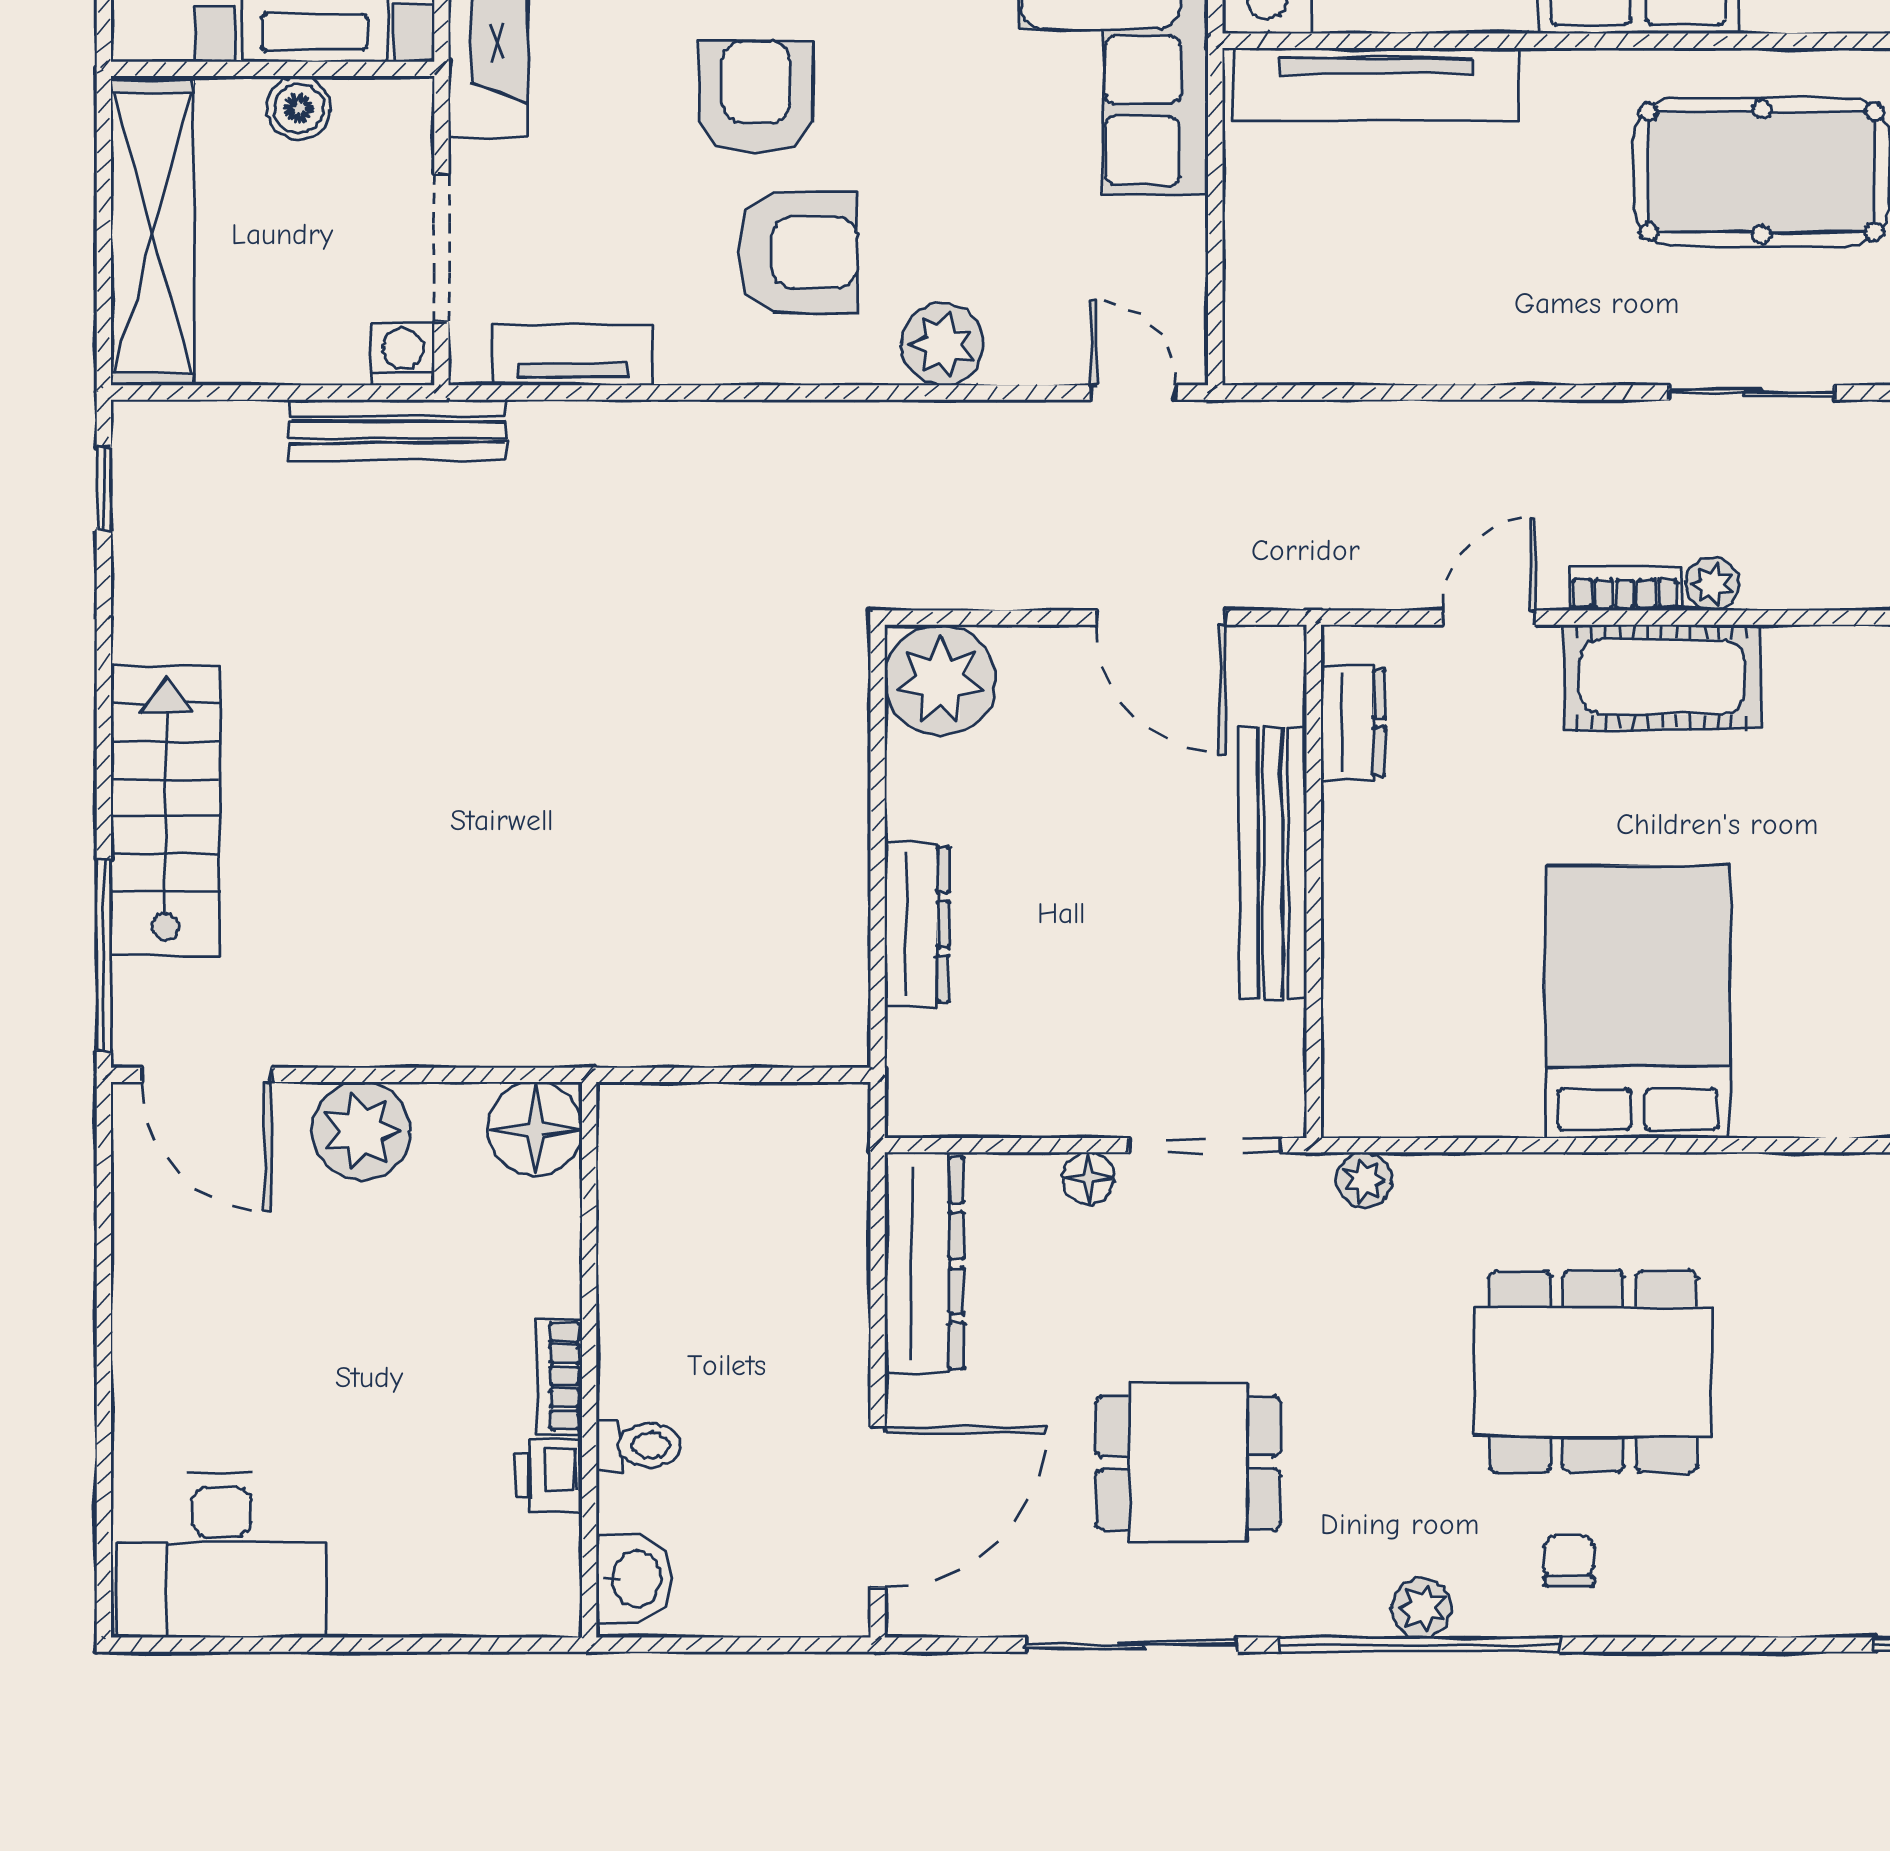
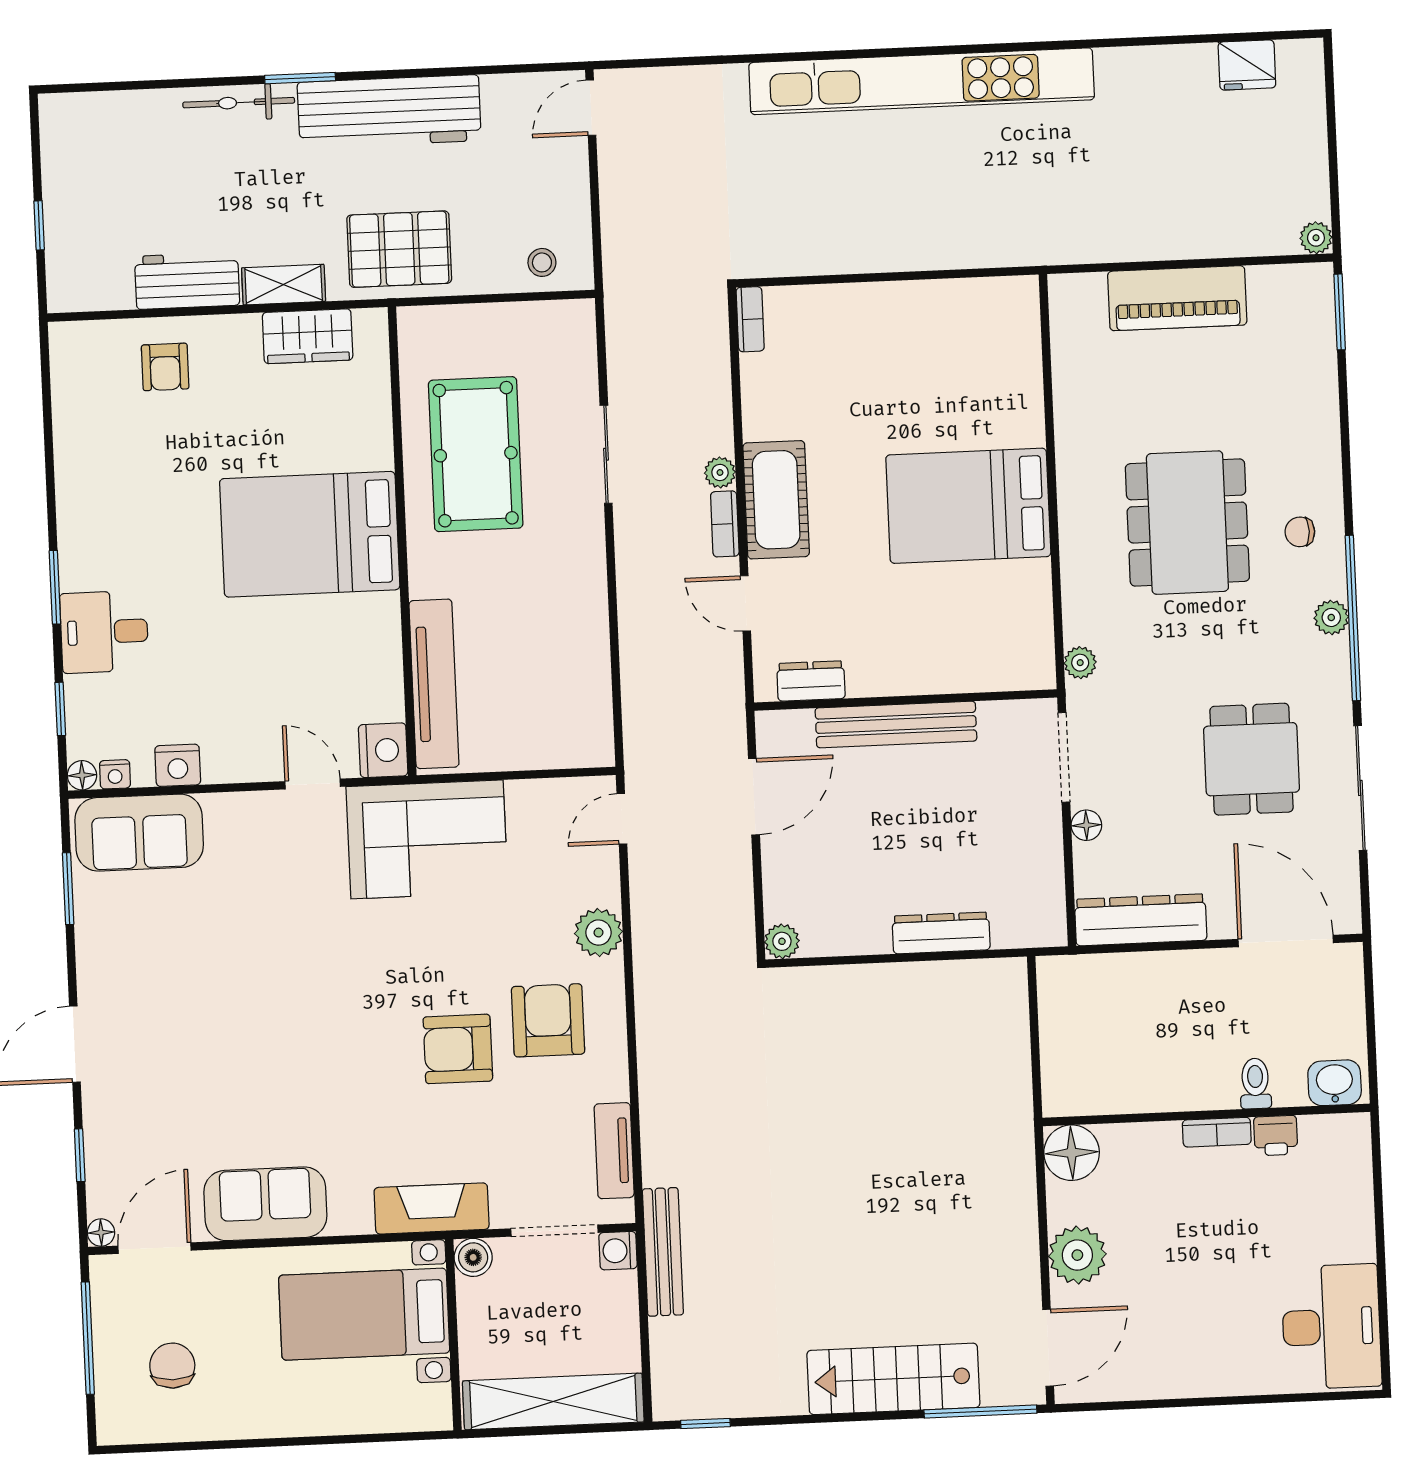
boiler: (299, 108) -> (473, 1257), moved
plant: (940, 680) -> (782, 941), width x0.53, depth x0.53

